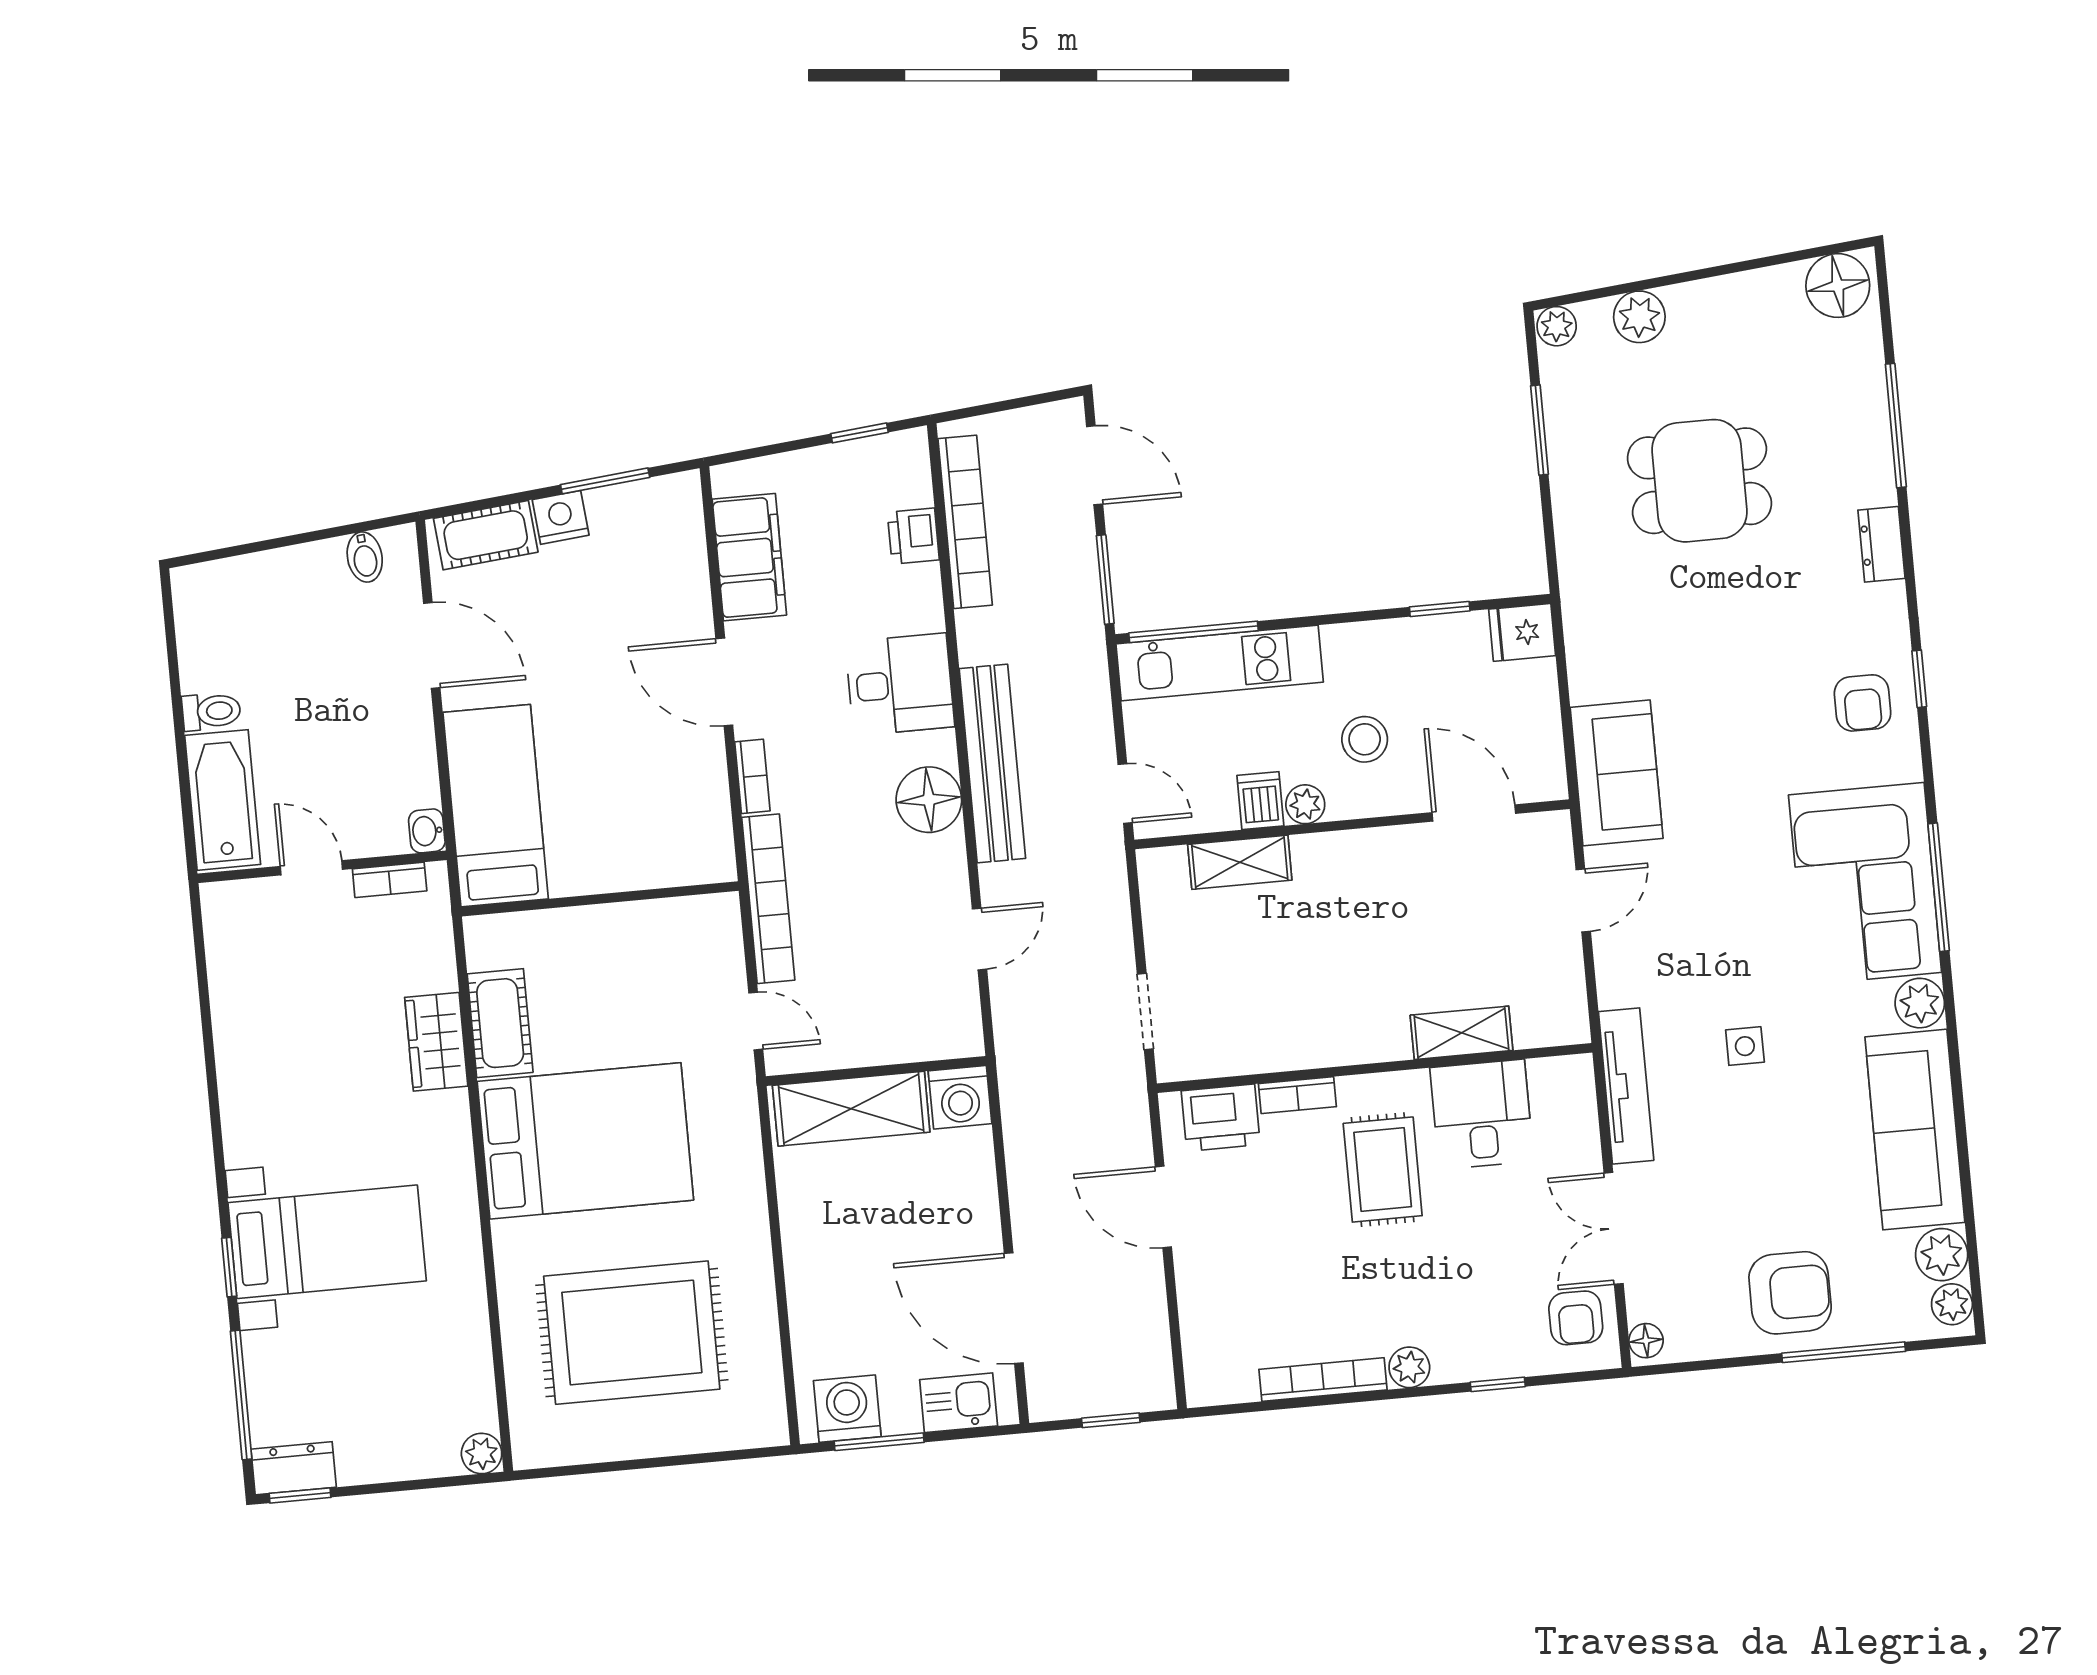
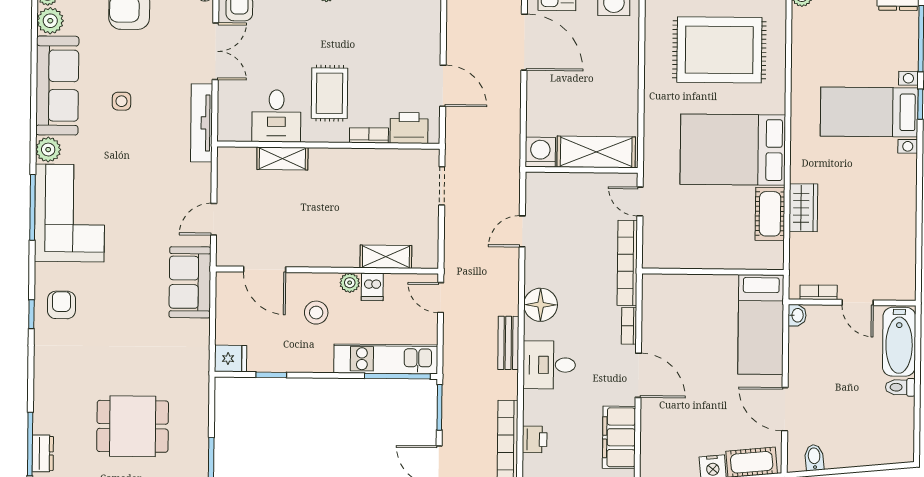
dresser: (1881, 544) -> (43, 453), moved
bench: (992, 763) -> (508, 343), width x0.54, depth x0.82
side table: (1745, 1046) -> (122, 101), moved

